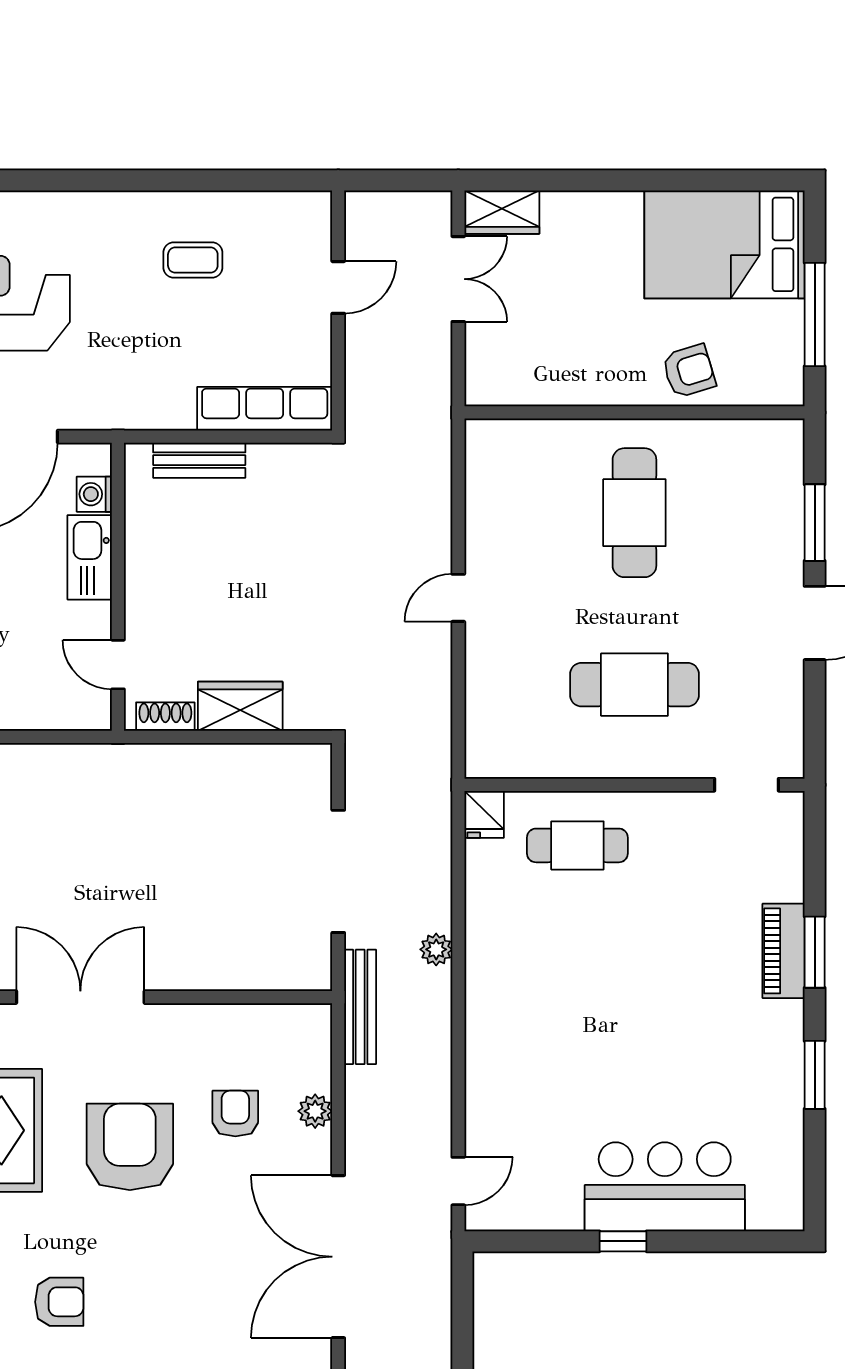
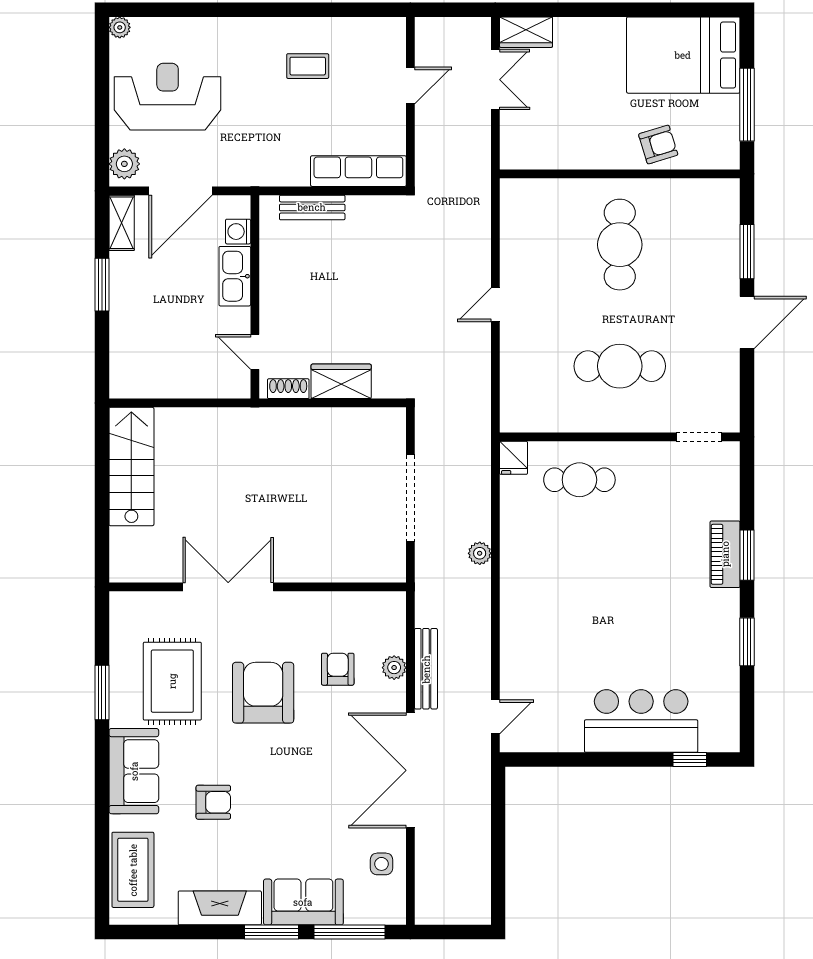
bench: (360, 1007) -> (426, 669), moved
window: (623, 1241) -> (690, 759), moved

